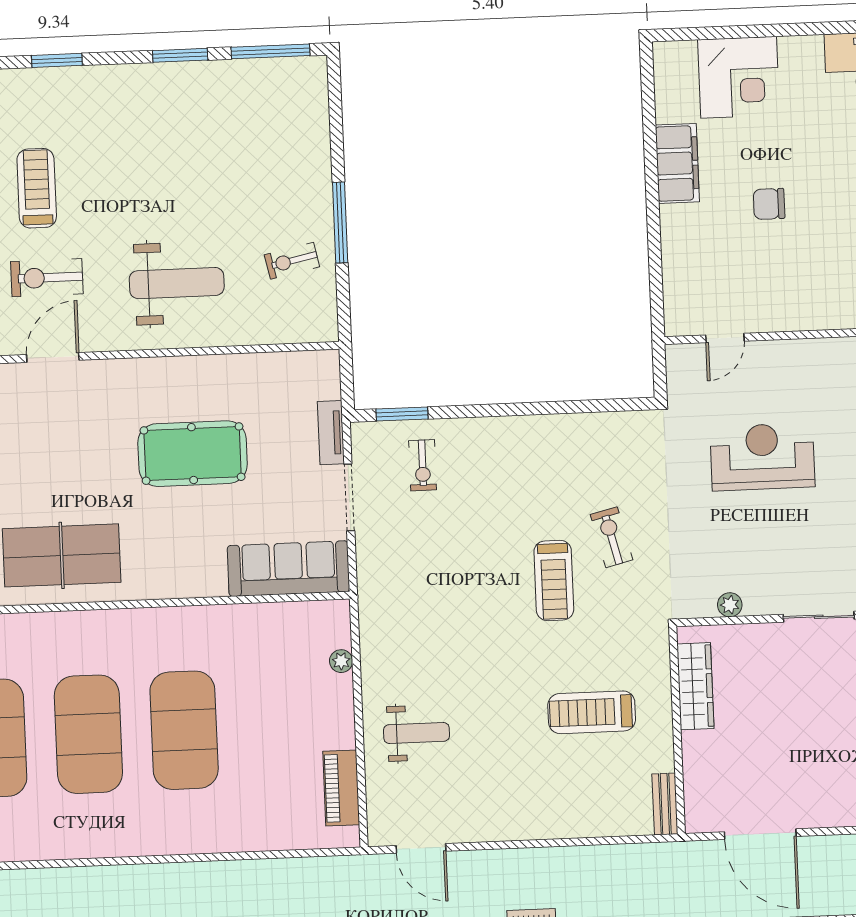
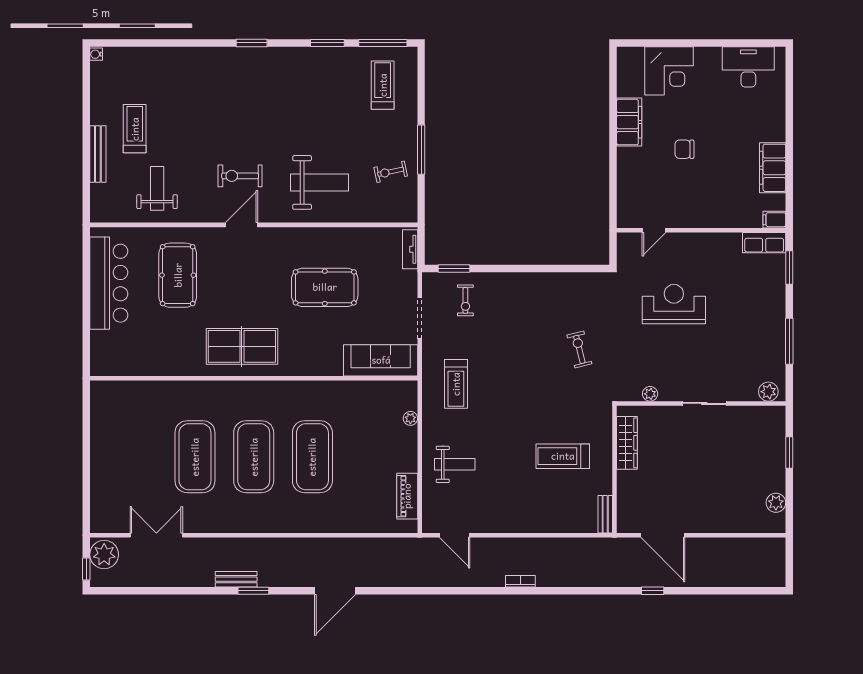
treadmill: (37, 188) -> (383, 85), moved
tv unit: (331, 433) -> (410, 249), moved
treadmill: (554, 580) -> (456, 384), moved

